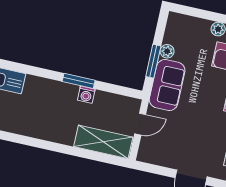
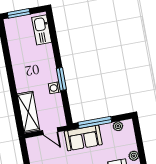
plant: (167, 51) -> (118, 126), moved
window: (153, 61) -> (95, 122), width x1.44

